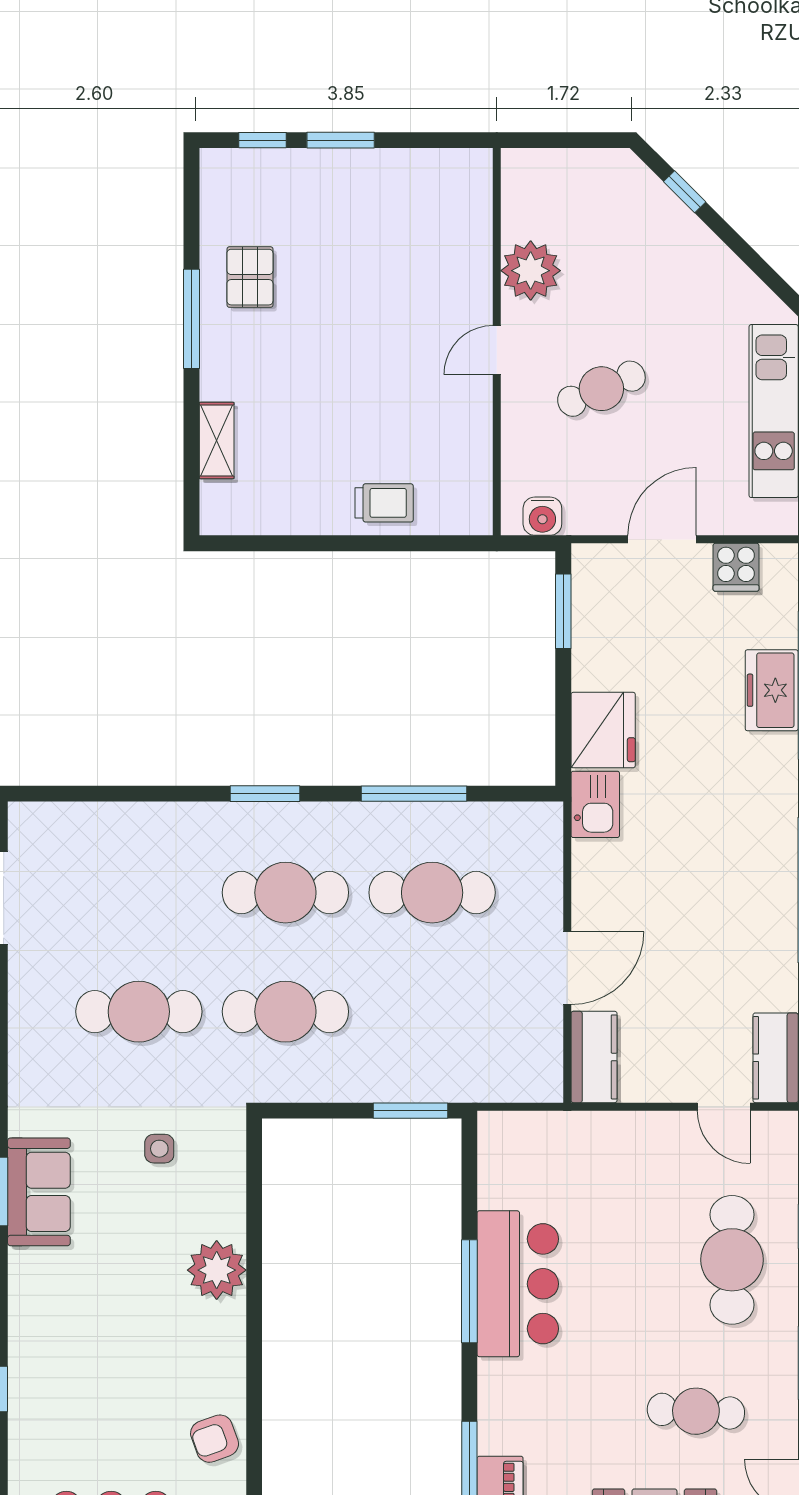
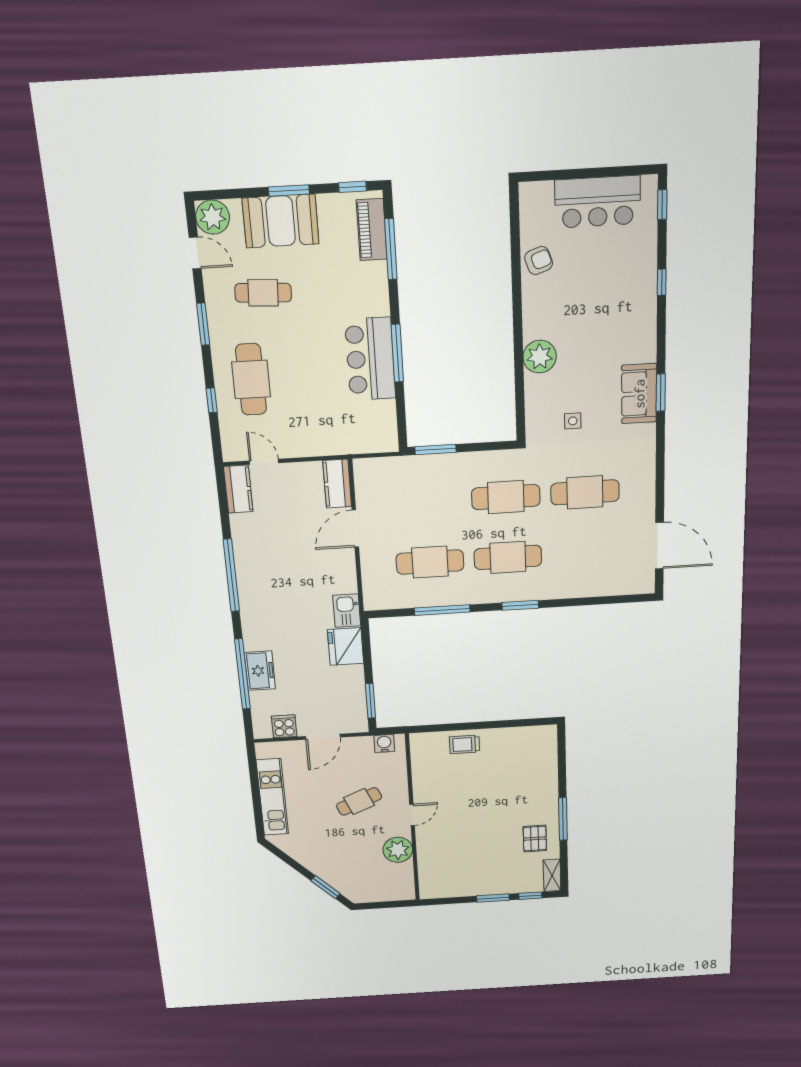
window: (685, 192) -> (326, 887), width x1.50
shelving: (217, 440) -> (552, 875), moved

